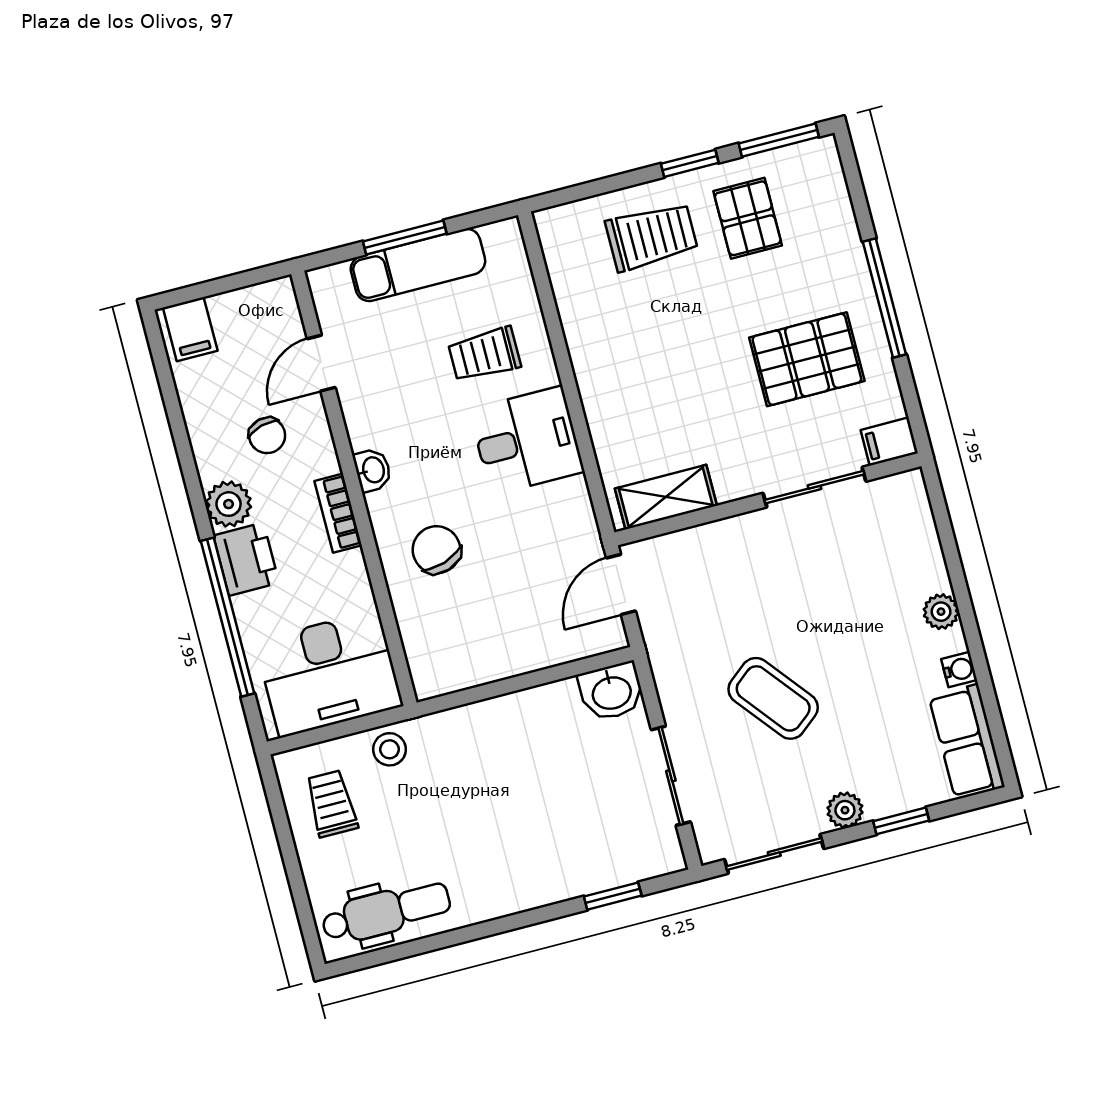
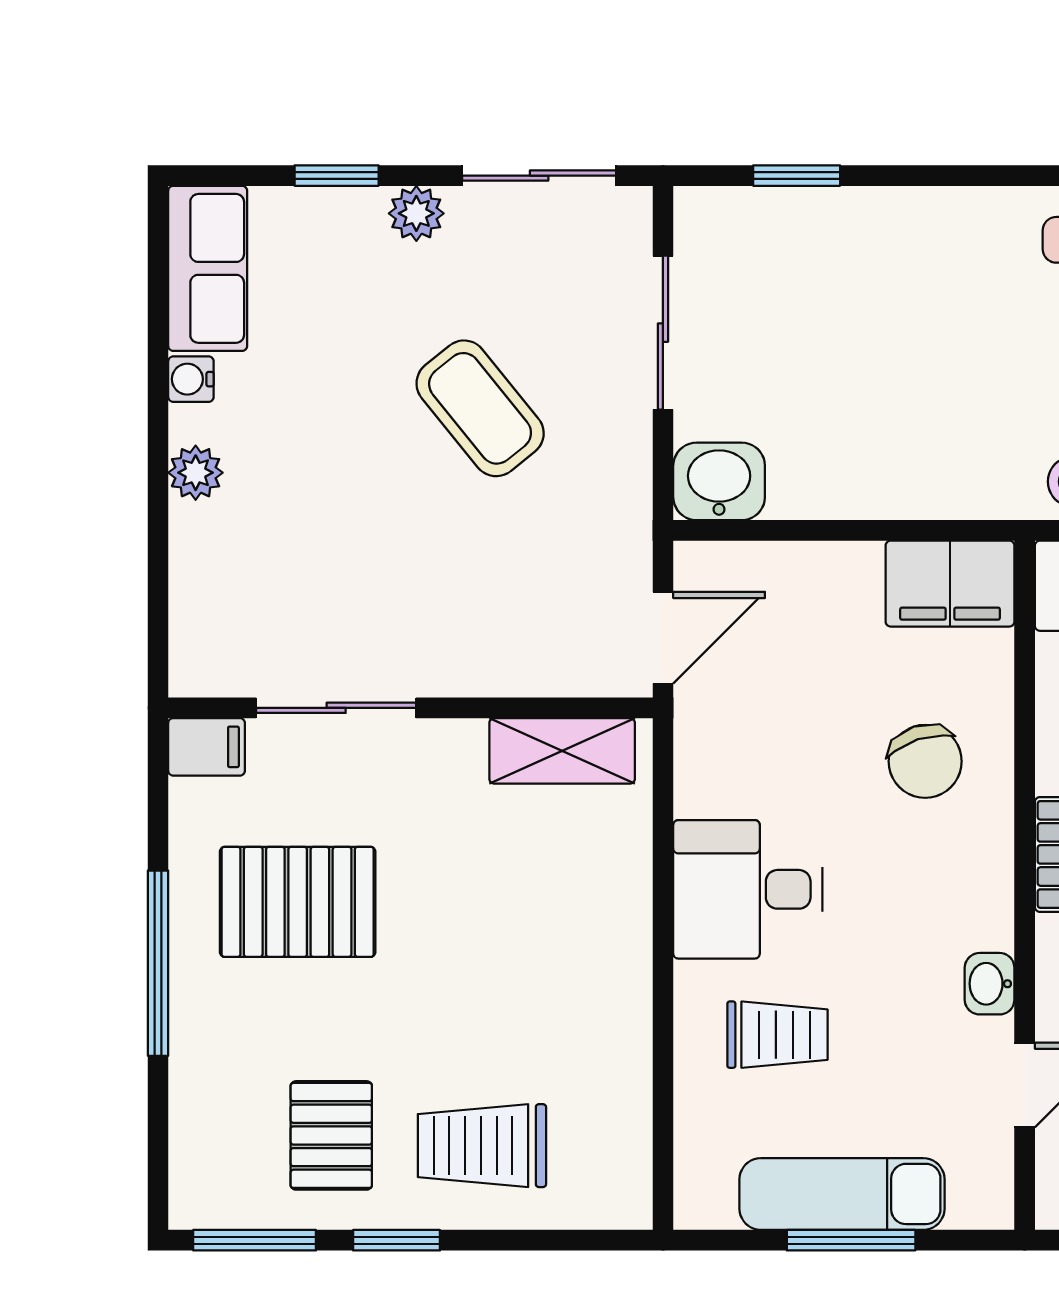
washbasin: (373, 470) -> (990, 984), moved
filing cabinet: (450, 665) -> (950, 584), added

